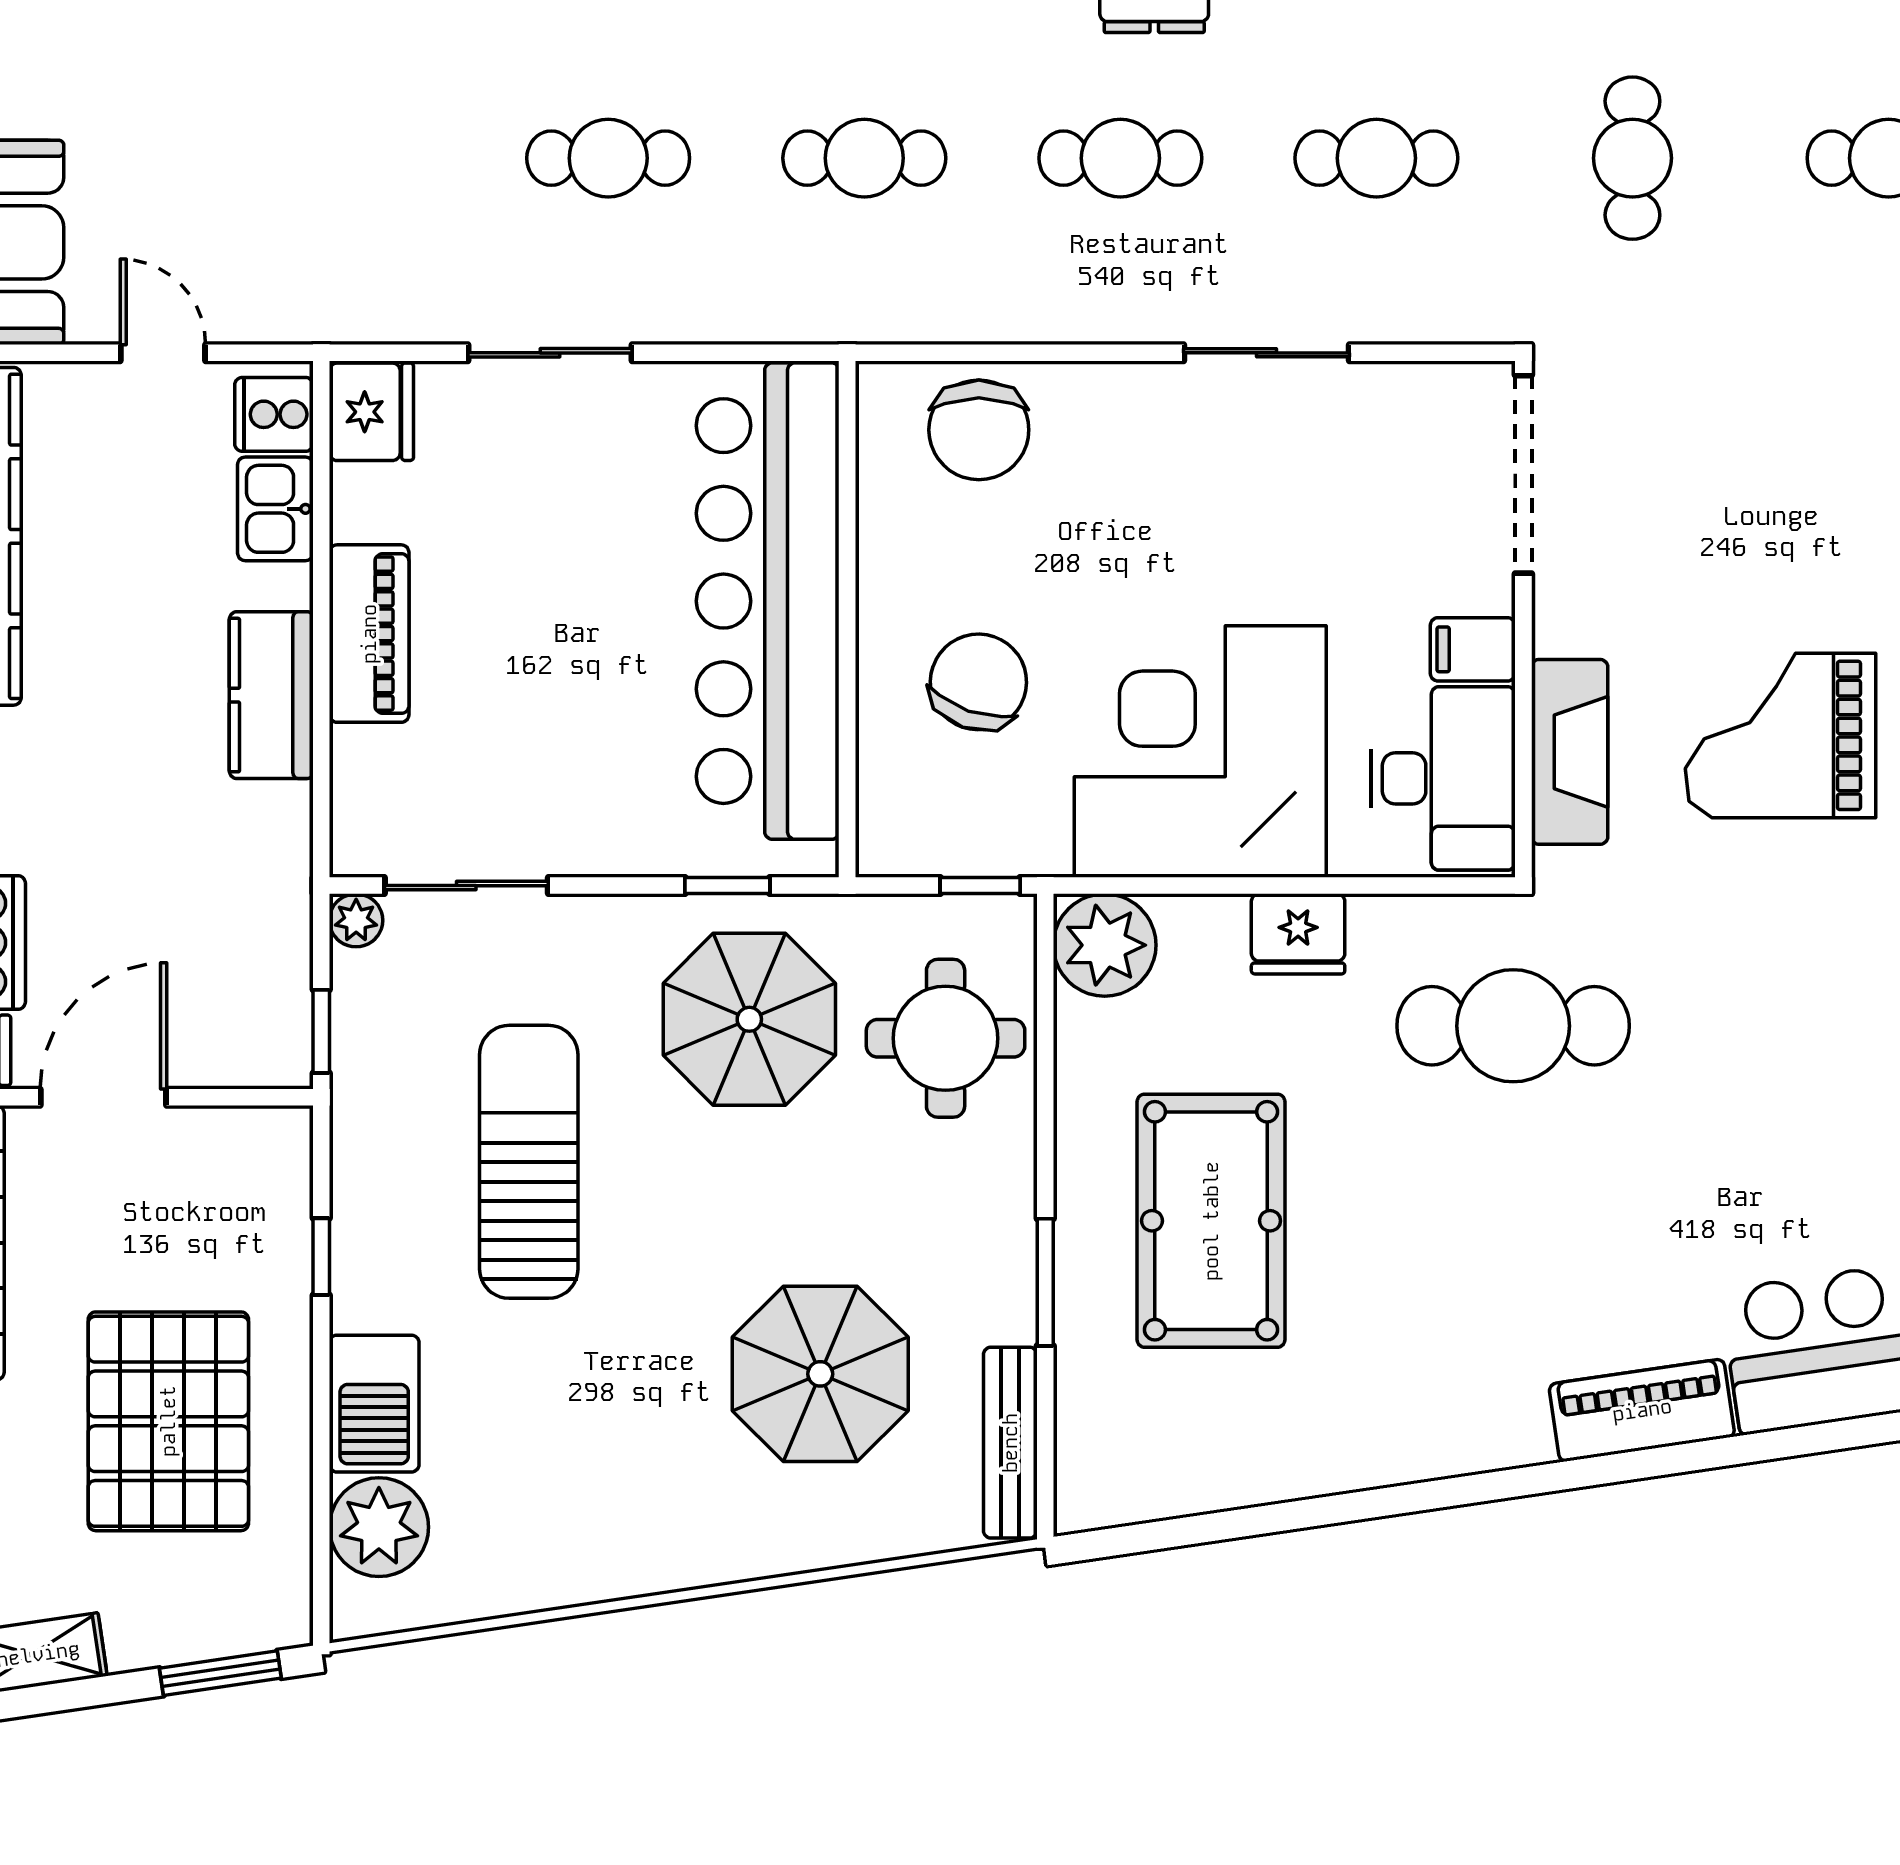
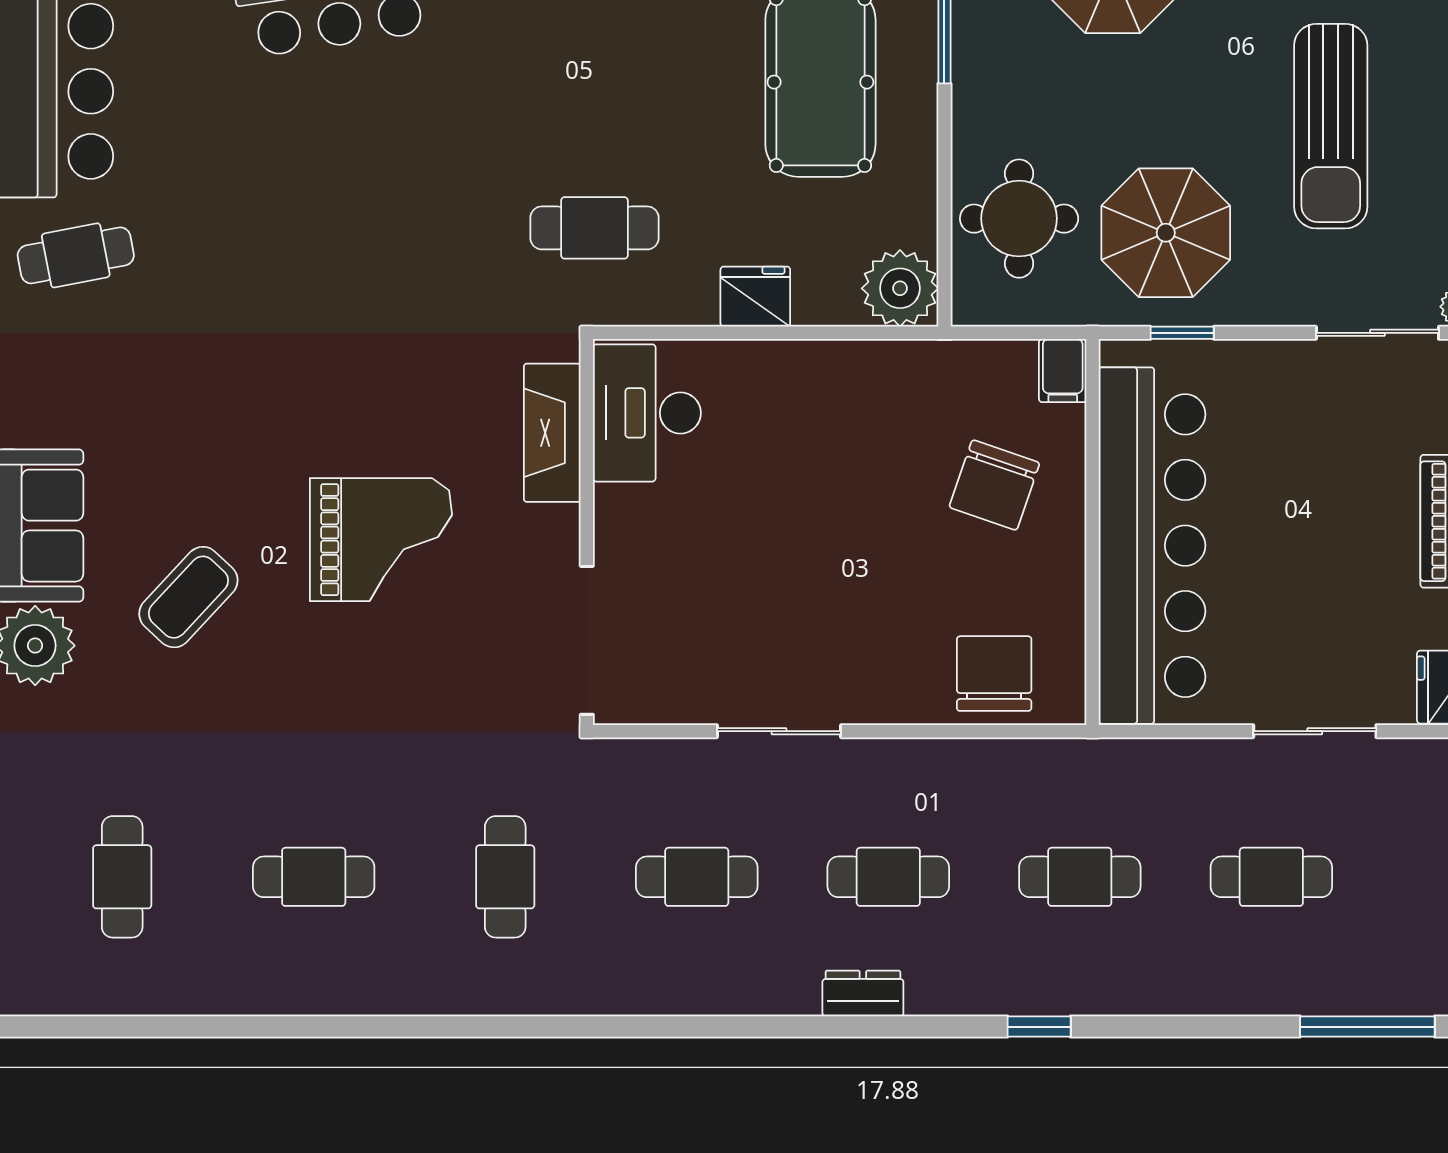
filing cabinet: (1473, 649) -> (1063, 371), moved, turned 90
grand piano: (1780, 735) -> (381, 540), moved
corner desk: (1200, 752) -> (829, 433), removed
window: (980, 886) -> (993, 333), removed
cafe table: (1513, 1026) -> (594, 228), width x0.73, depth x0.74

